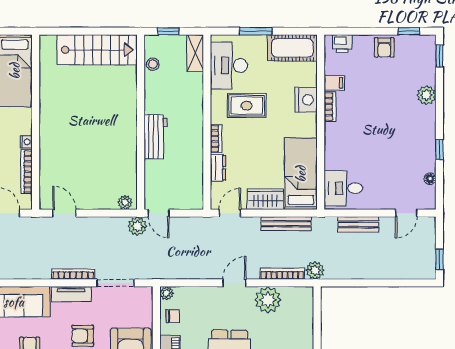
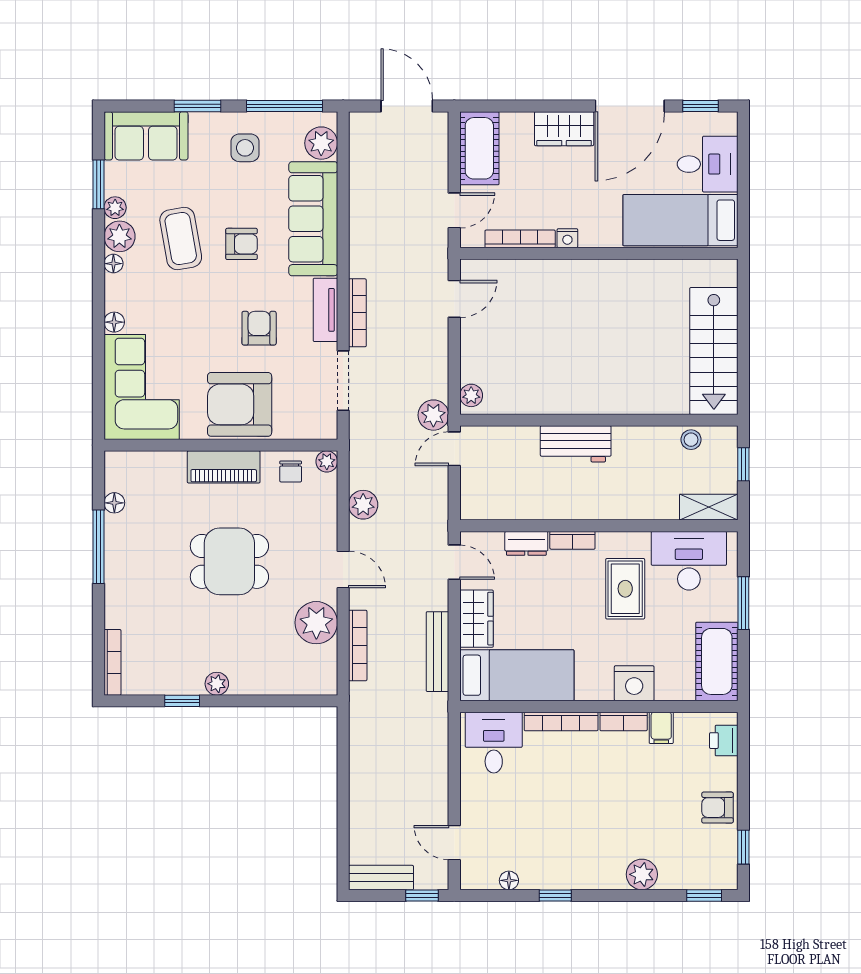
bookcase: (330, 146) -> (561, 721), added
bench: (358, 224) -> (381, 878), moved, turned 90
window: (439, 259) -> (422, 895), moved
plant: (315, 270) -> (363, 505), moved

